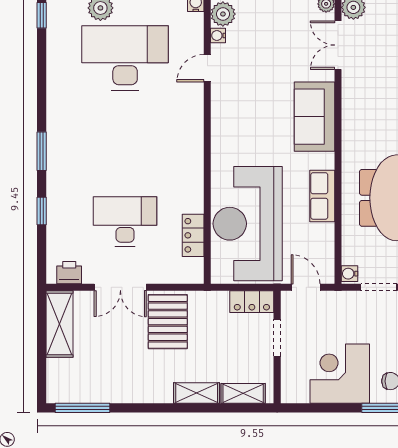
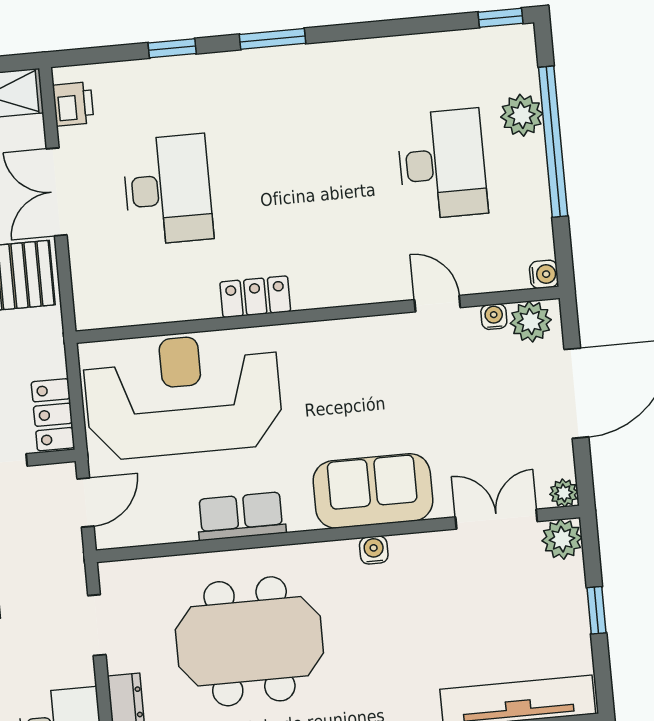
desk: (125, 58) -> (442, 164), width x0.73, depth x0.77
locker: (193, 235) -> (255, 297), moved
water cooler: (349, 274) -> (374, 550), moved

